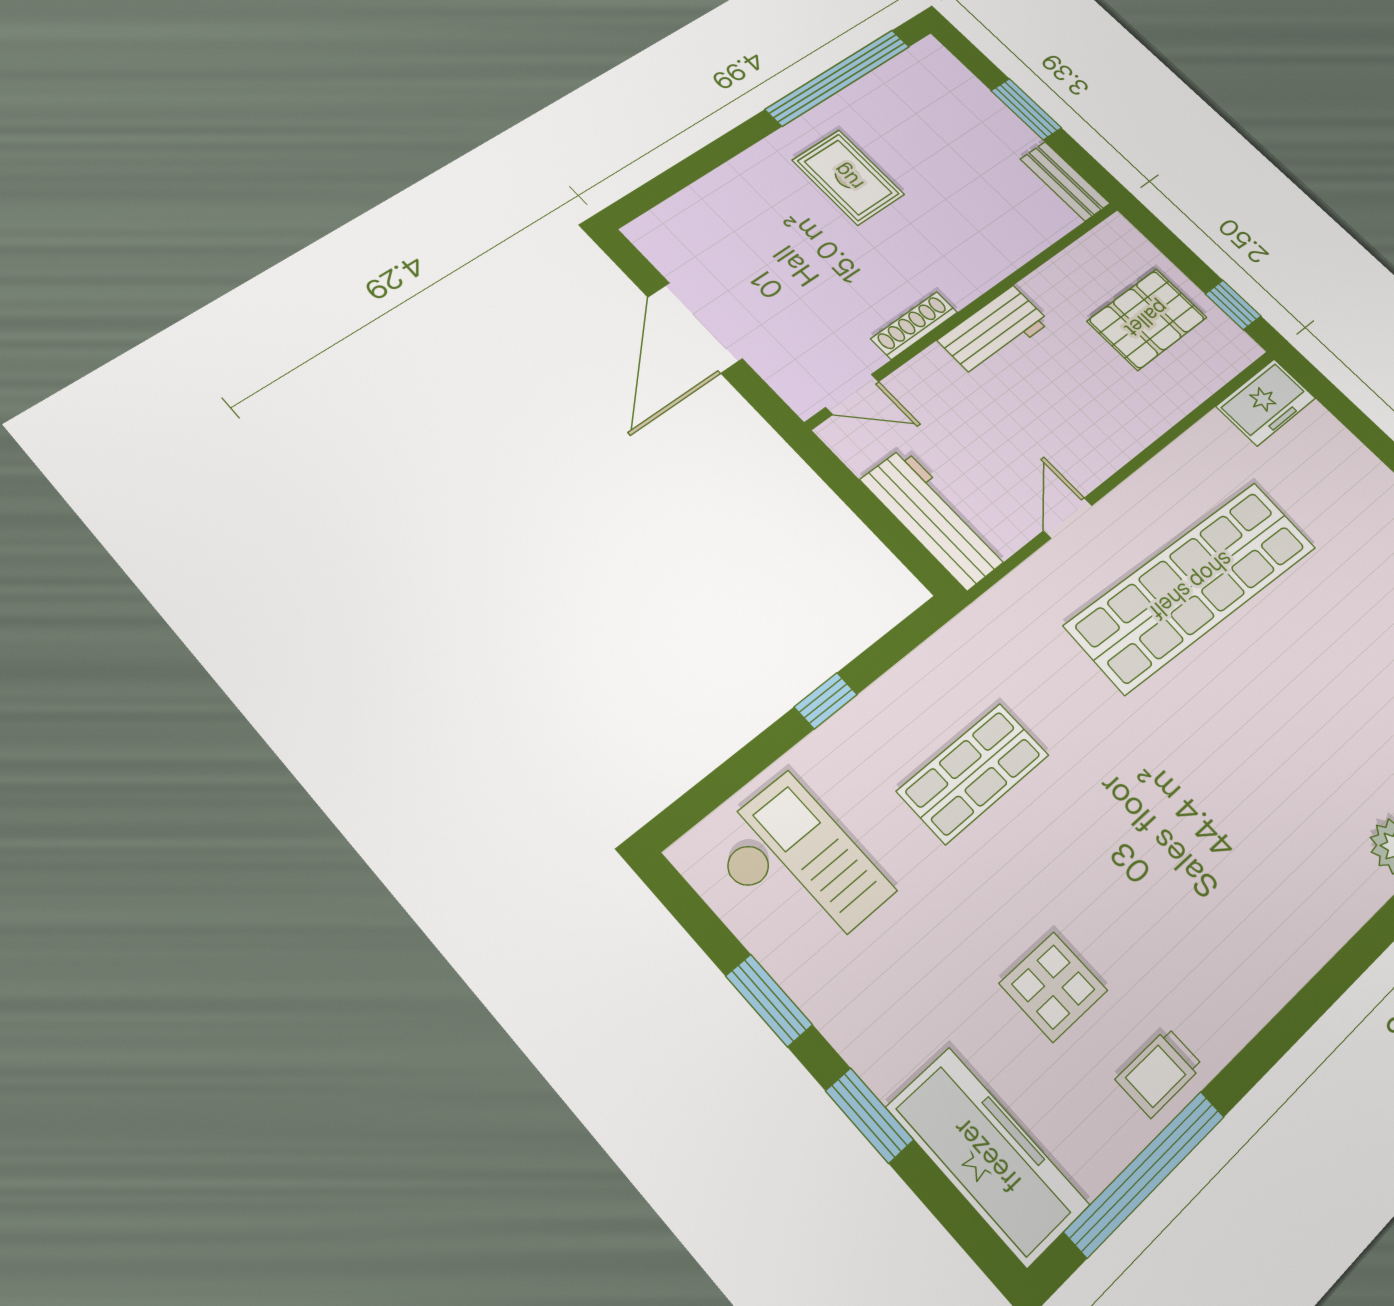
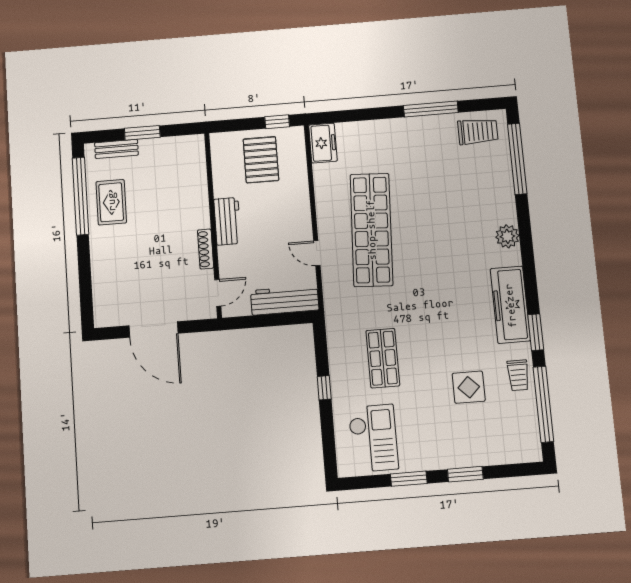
rug: (848, 177) -> (111, 202), moved, turned 90
bench: (1065, 181) -> (116, 149), moved
checkout: (799, 867) -> (373, 438), turned 90
window: (1272, 1043) -> (536, 332), added
freezer: (987, 1156) -> (510, 305), moved, turned -90

